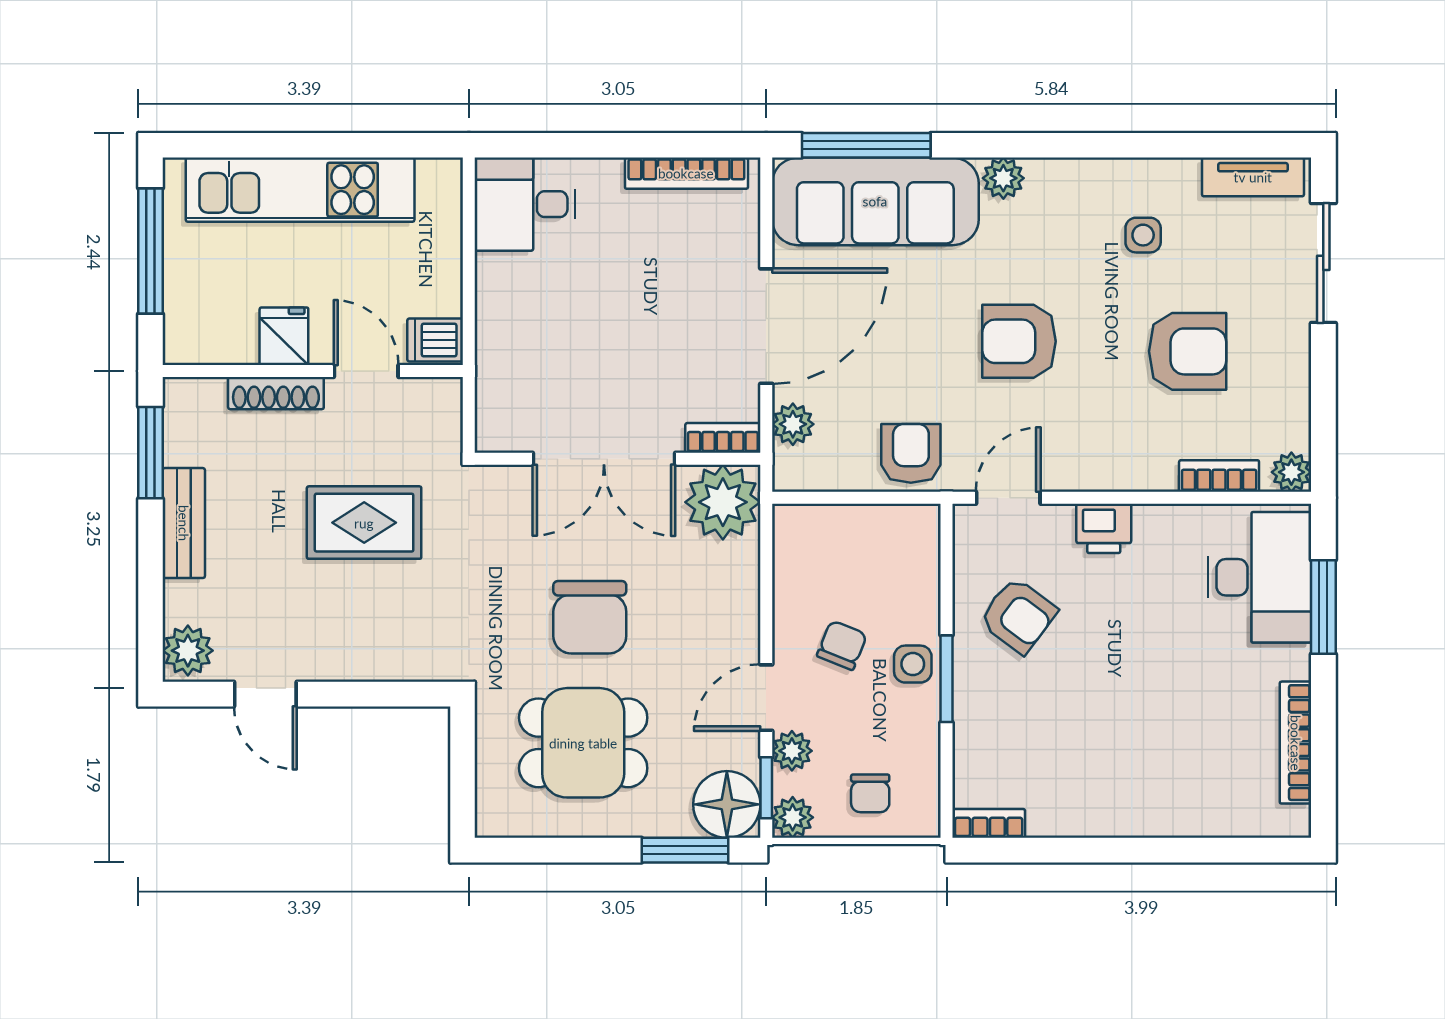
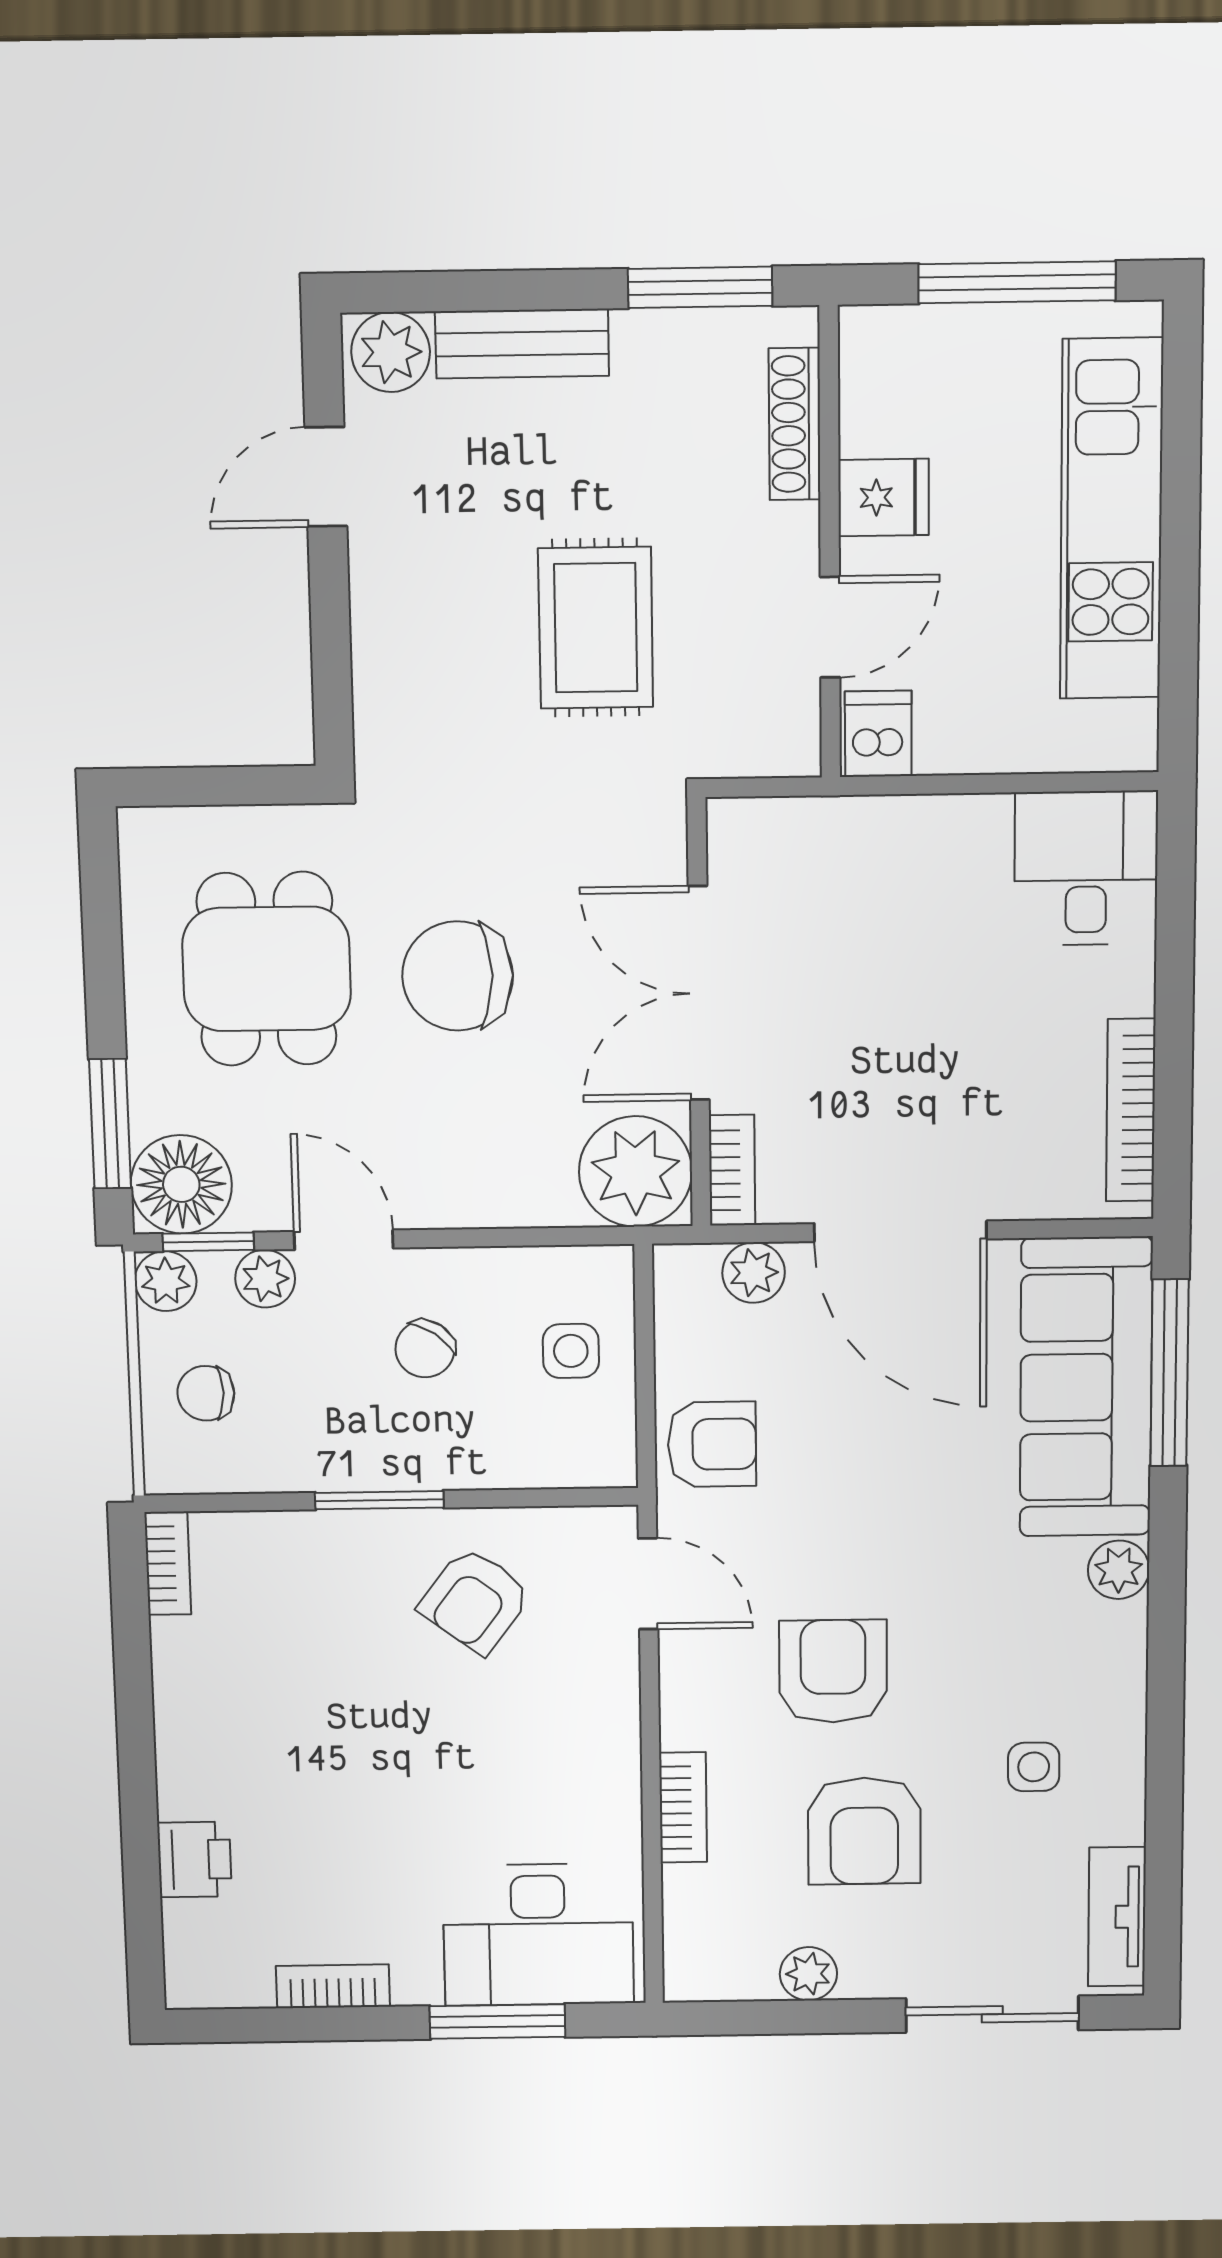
armchair: (1019, 341) -> (833, 1671), moved
shoe rack: (276, 393) -> (795, 424), moved
plant: (1291, 472) -> (808, 1974), moved
bookcase: (1219, 476) -> (683, 1807), moved
bench: (184, 523) -> (522, 344), moved
printer: (1104, 528) -> (194, 1860), moved, turned 180
chair: (842, 645) -> (425, 1349), turned 103
side table: (913, 664) -> (571, 1351), moved
bookcase: (1296, 743) -> (333, 1986), width x0.64

